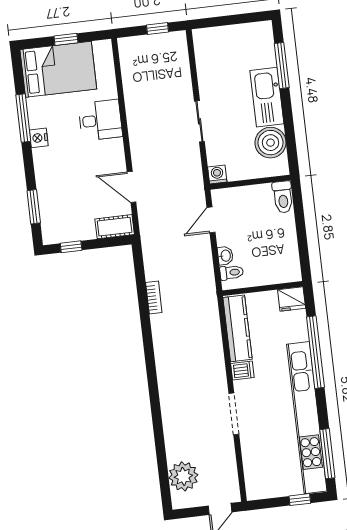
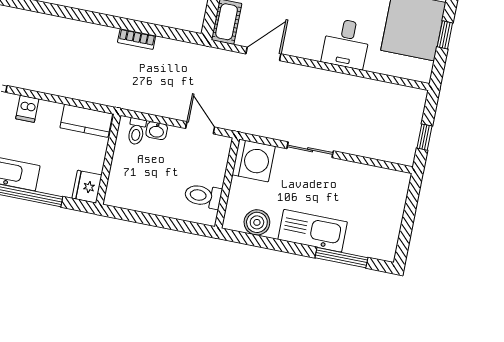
boiler: (271, 143) -> (257, 222), width x0.73, depth x0.73
washing machine: (217, 174) -> (254, 160), width x1.89, depth x1.89
toilet: (283, 197) -> (203, 196), moved
kitchen counter: (237, 328) -> (86, 121), width x0.67

